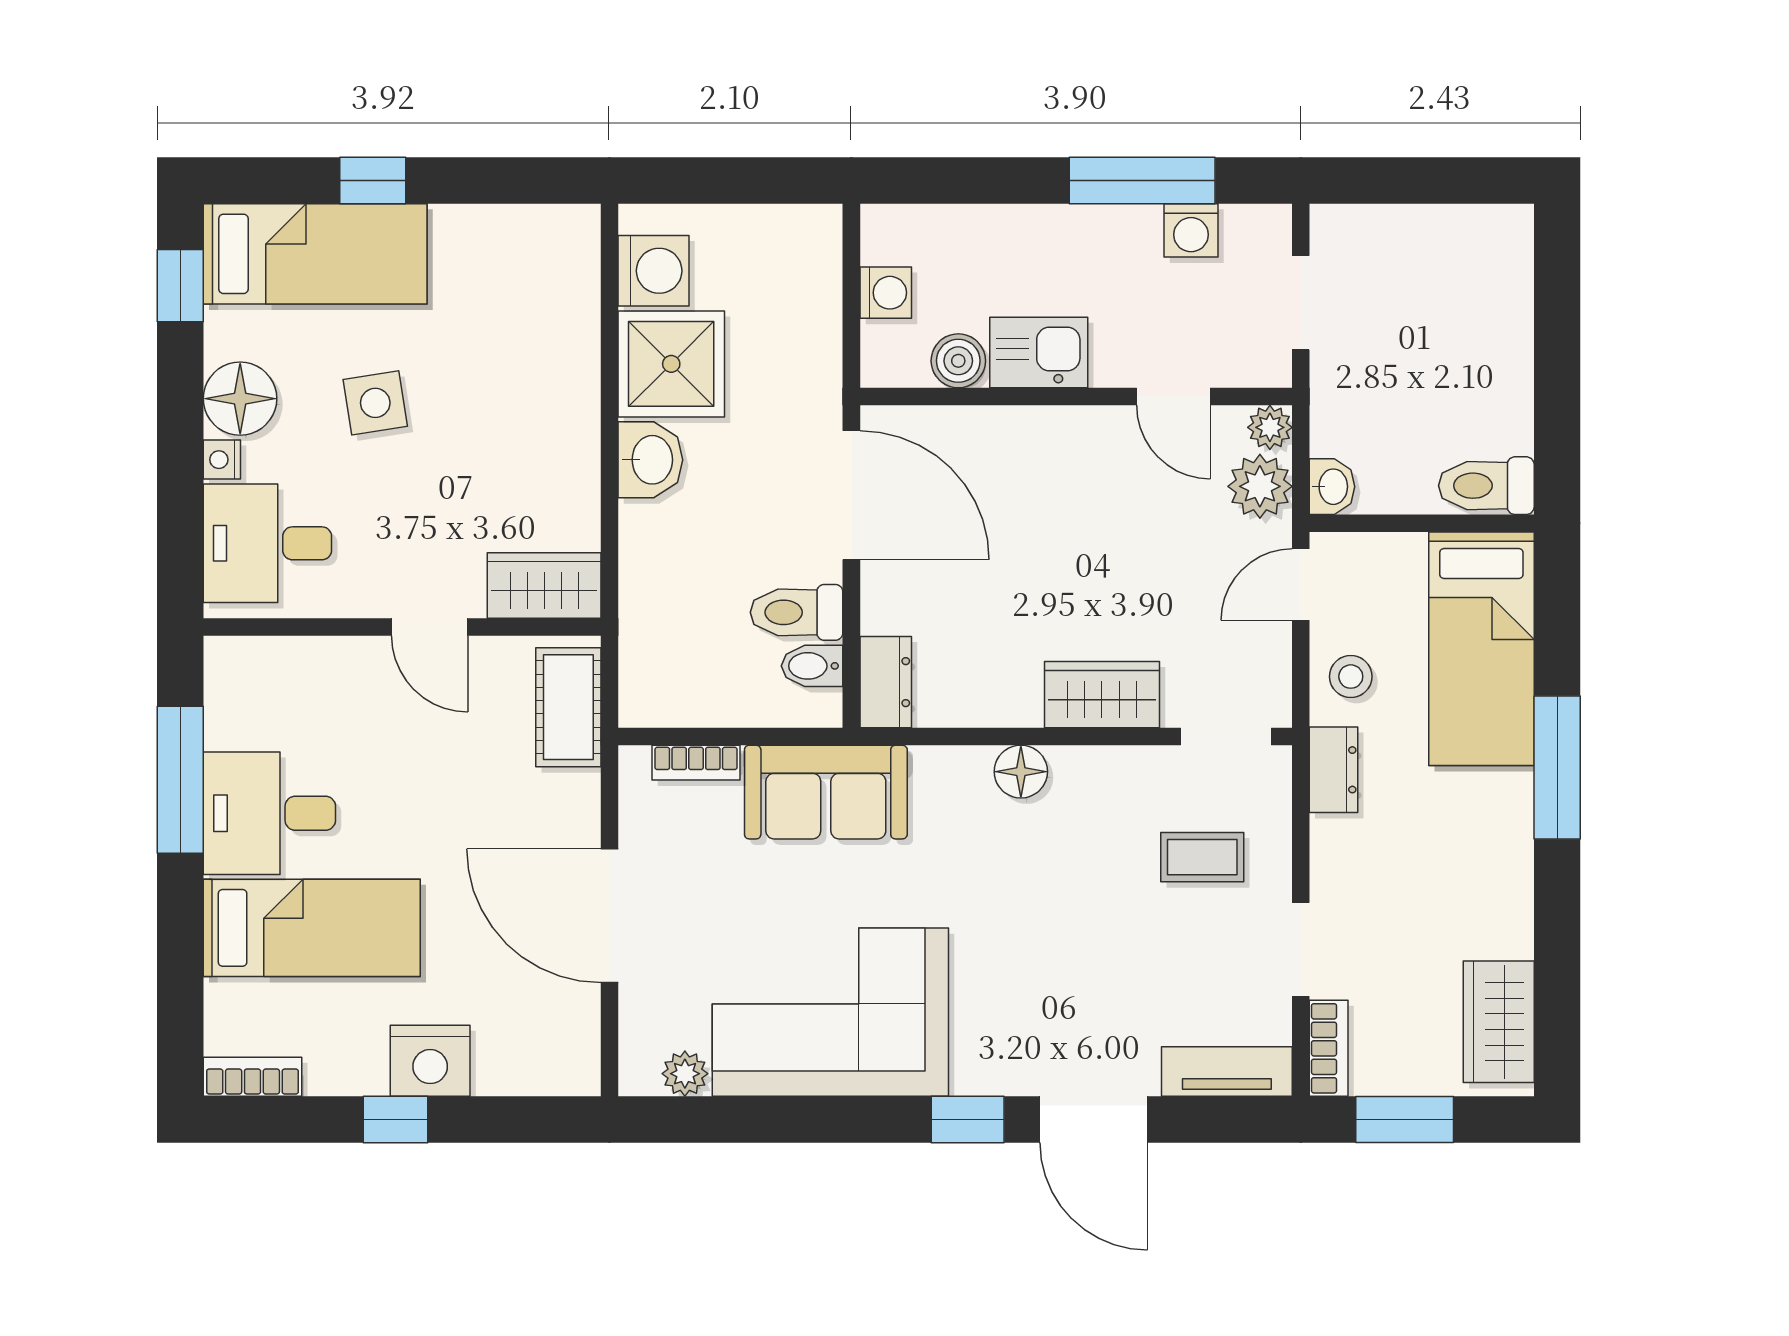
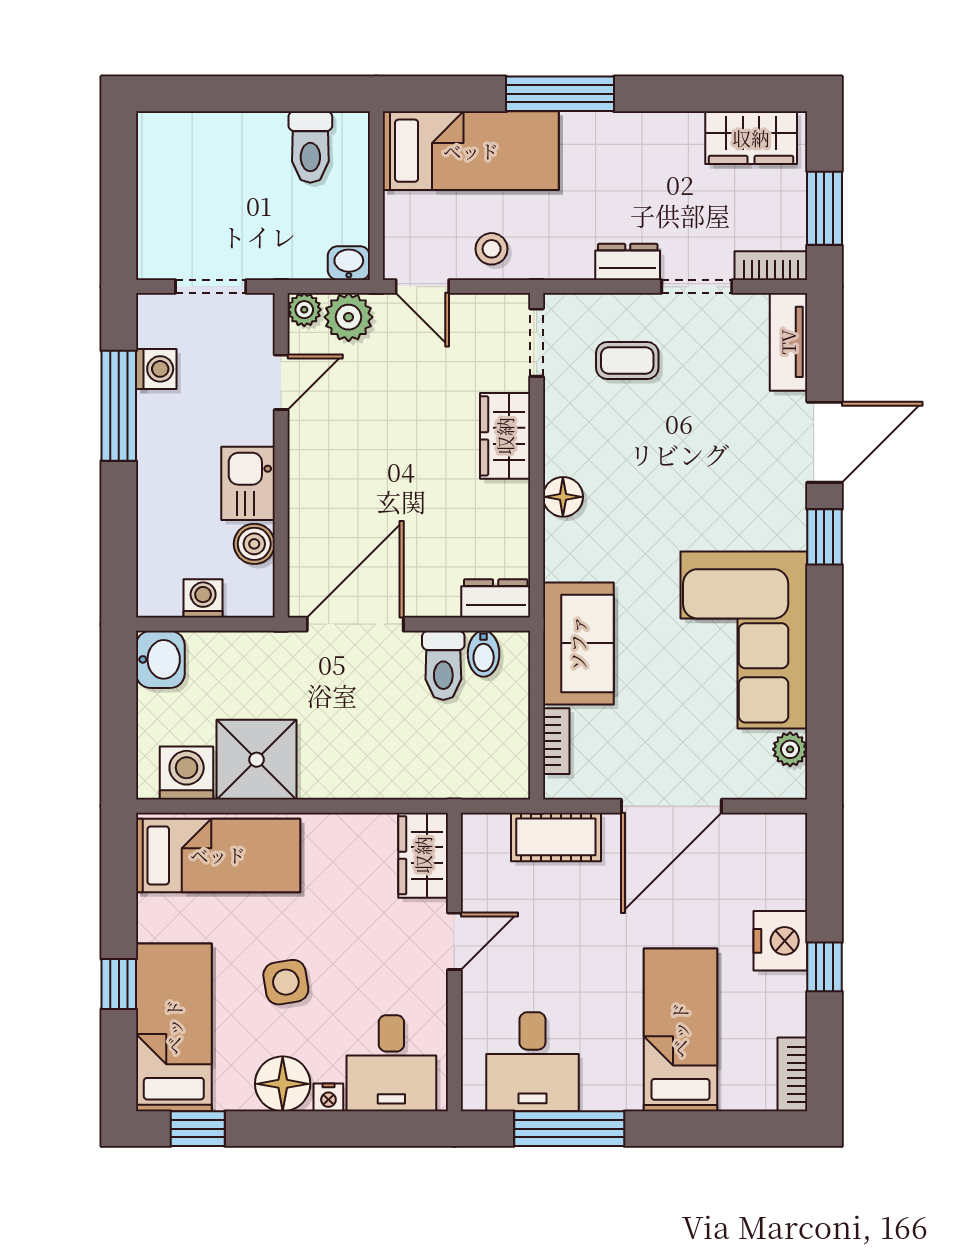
bed: (544, 313) -> (218, 855), added
washbasin: (650, 460) -> (160, 659), moved, turned 90
toilet: (1486, 486) -> (310, 147), moved
cot: (568, 707) -> (556, 837), moved
dresser: (1333, 770) -> (628, 262), moved
desk: (269, 813) -> (532, 1062), moved
coffee table: (1202, 857) -> (627, 361), turned 90

